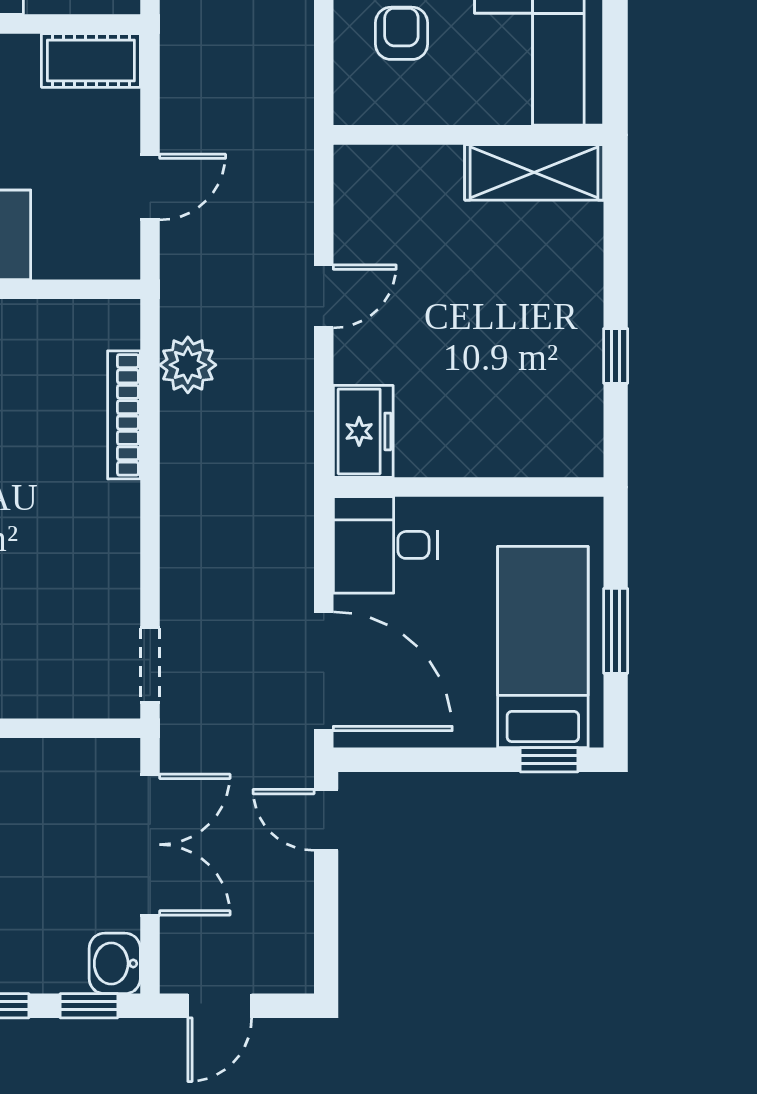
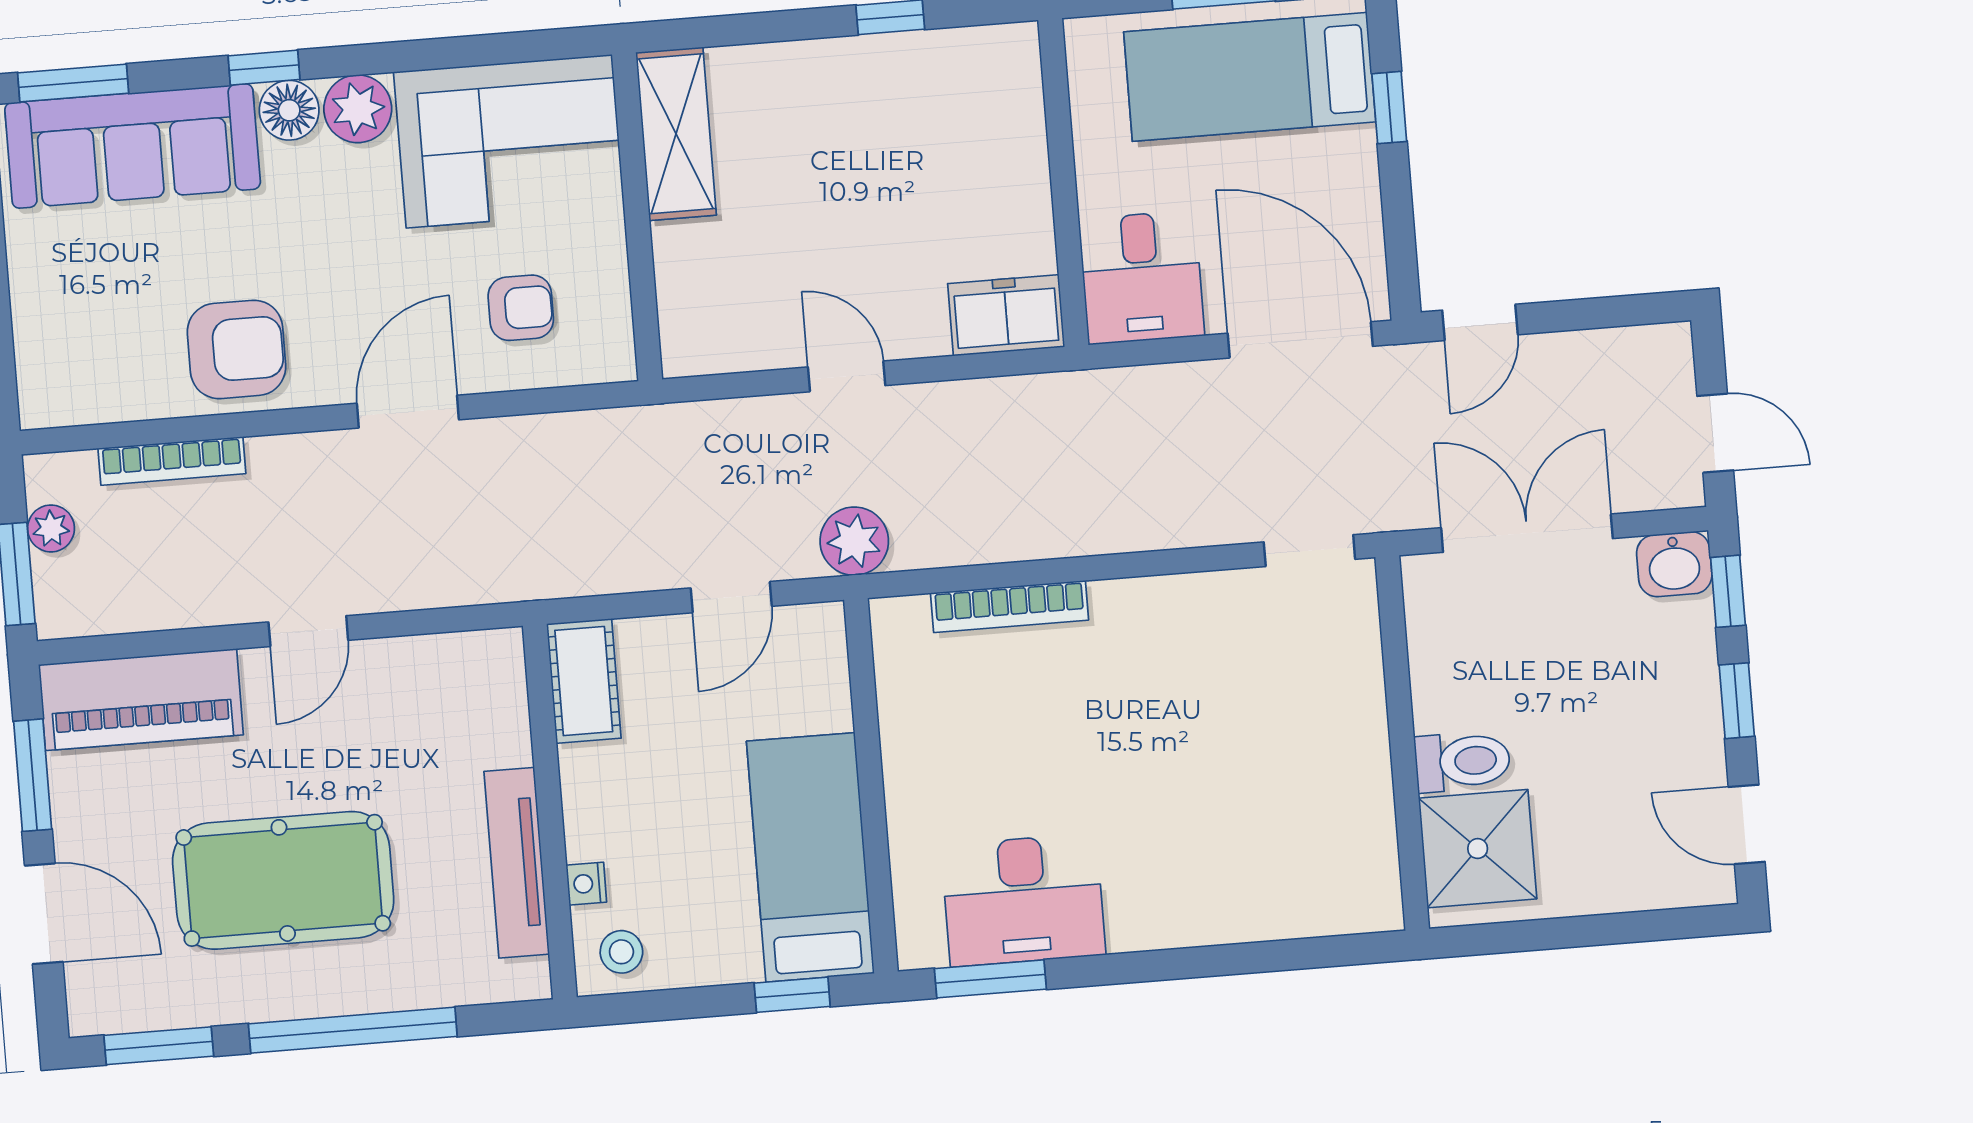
armchair: (401, 33) -> (521, 308), turned 180
door: (150, 187) -> (731, 597), swing flipped
plant: (188, 365) -> (854, 541), moved
door: (324, 671) -> (1300, 340), hinge flipped
window: (549, 760) -> (1389, 108), moved

